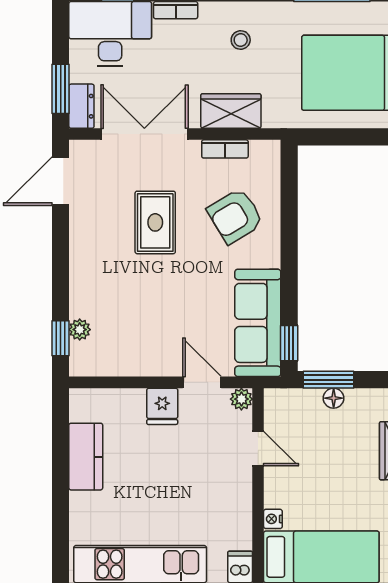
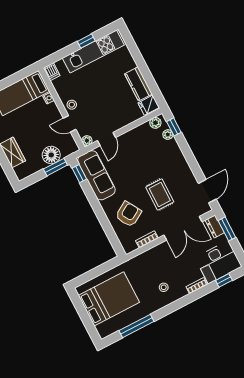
wardrobe: (231, 111) -> (153, 256), removed
plant: (92, 365) -> (155, 123), added
door: (202, 382) -> (107, 139), hinge flipped
floor lamp: (334, 398) -> (51, 155), width x1.89, depth x1.89
fridge: (162, 406) -> (149, 105), moved, turned -90
stool: (235, 483) -> (72, 105), added

